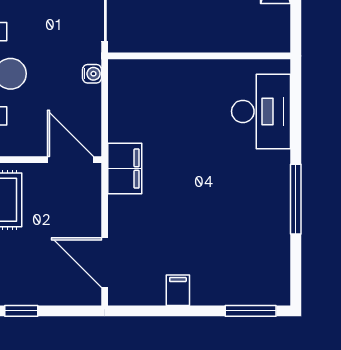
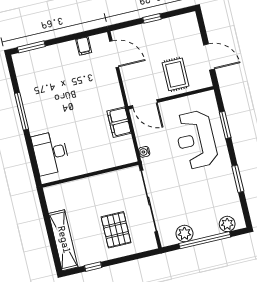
filing cabinet: (125, 169) -> (119, 122), moved
filing cabinet: (178, 290) -> (84, 46), moved

